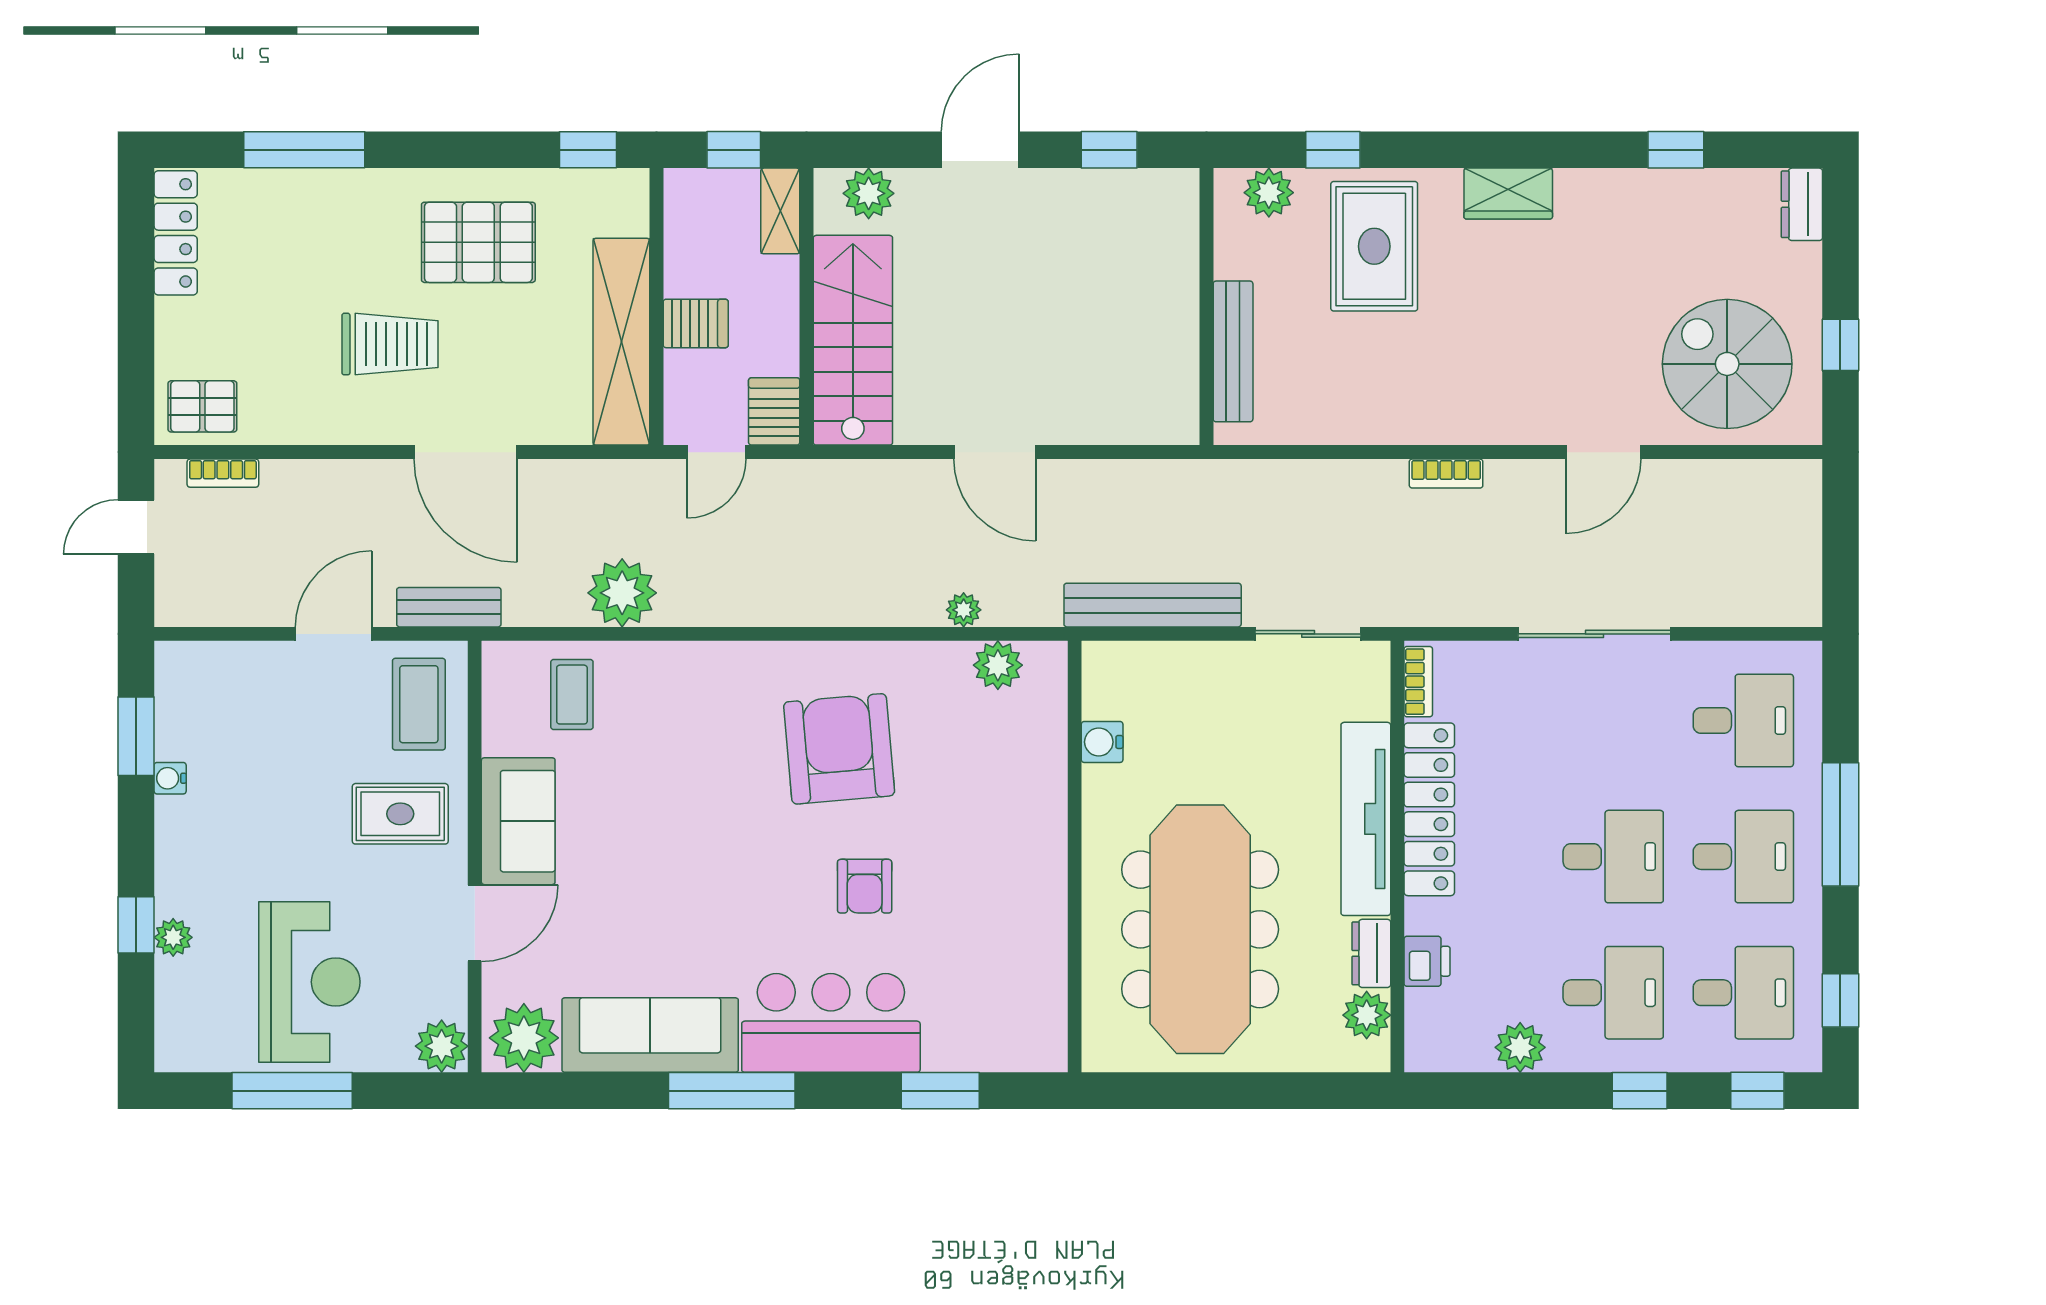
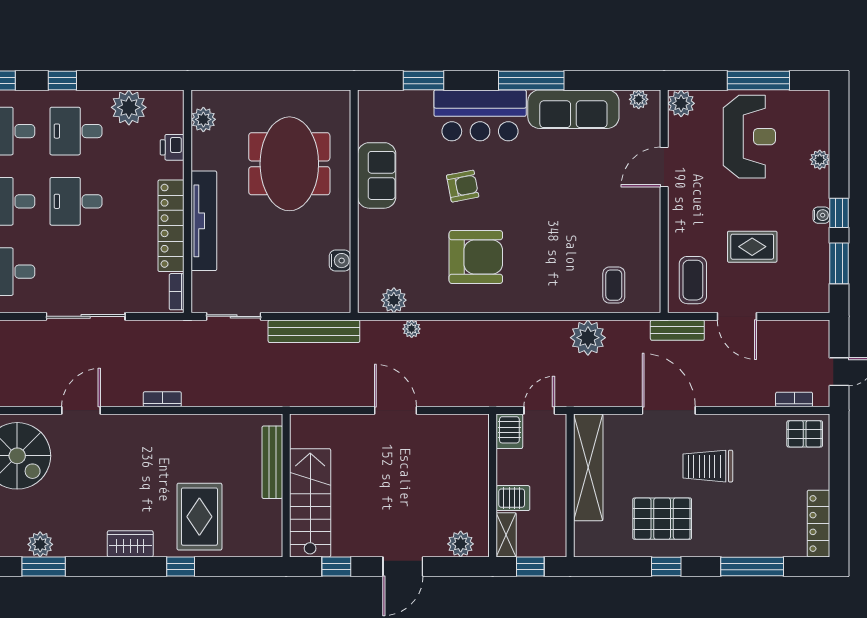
window: (588, 150) -> (666, 566), moved
window: (1333, 150) -> (181, 566), moved
window: (1676, 150) -> (44, 566), width x1.50
plant: (1269, 193) -> (40, 544), moved
server rack: (696, 323) -> (513, 498), moved, turned 180
stairs: (853, 340) -> (310, 503), moved, turned 180
door: (334, 634) -> (737, 316), hinge flipped
armchair: (839, 749) -> (476, 257), turned -85
water cooler: (170, 778) -> (821, 215), moved
rug: (400, 814) -> (752, 247), moved
sofa: (518, 821) -> (377, 175), moved, turned 180
armchair: (865, 886) -> (463, 186), turned 79
window: (136, 925) -> (839, 213), moved
meeting table: (1200, 929) -> (289, 164), width x0.73
dresser: (1371, 953) -> (201, 151), removed
reception desk: (309, 982) -> (749, 137), turned 180
plant: (524, 1038) -> (639, 99), width x0.53, depth x0.53
plant: (1520, 1047) -> (129, 107), width x1.36, depth x1.36

